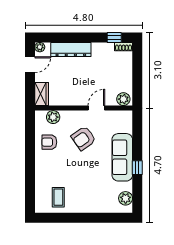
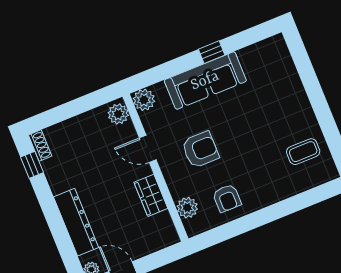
wardrobe: (42, 94) -> (151, 195), moved, turned -90
armchair: (84, 138) -> (200, 150), turned -55
plant: (126, 198) -> (144, 100), moved

